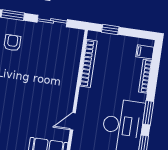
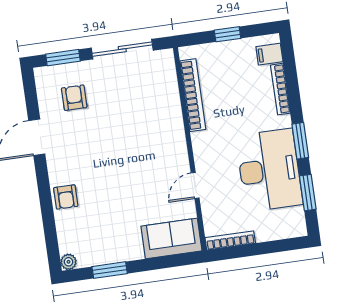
sliding door: (52, 21) -> (122, 49), width x1.37
window: (110, 30) -> (228, 34), moved

